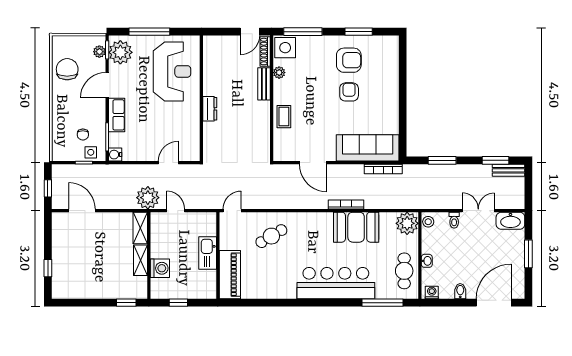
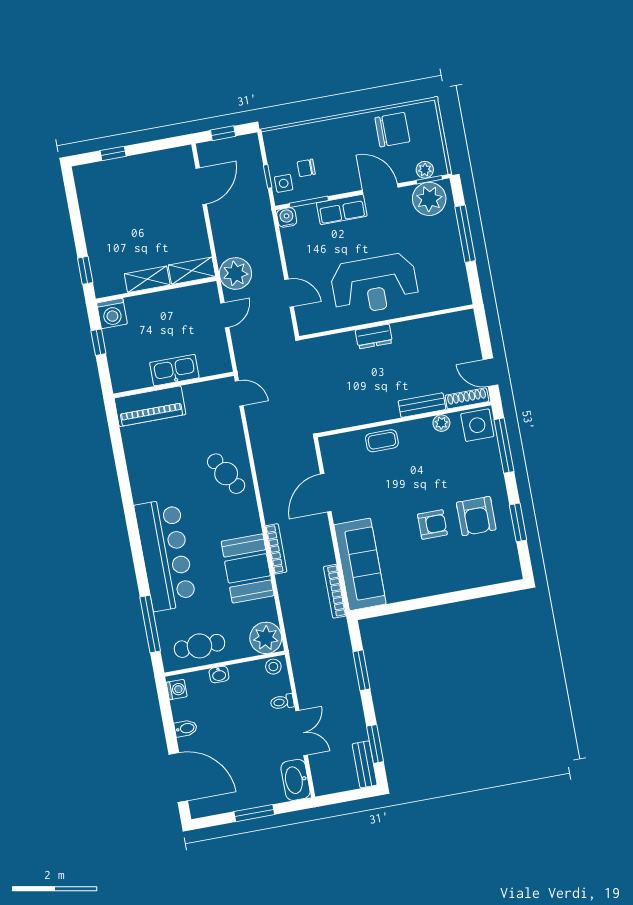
reception desk: (172, 71) -> (374, 284), moved
cafe table: (271, 236) -> (226, 474), moved
washing machine: (160, 268) -> (112, 313), moved

